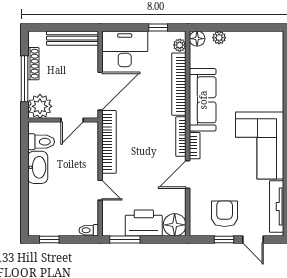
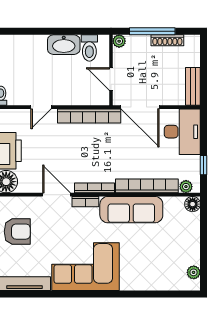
bench: (73, 38) -> (193, 86), width x0.73
plant: (219, 38) -> (194, 272), moved
plant: (40, 106) -> (119, 41), width x0.53, depth x0.53

